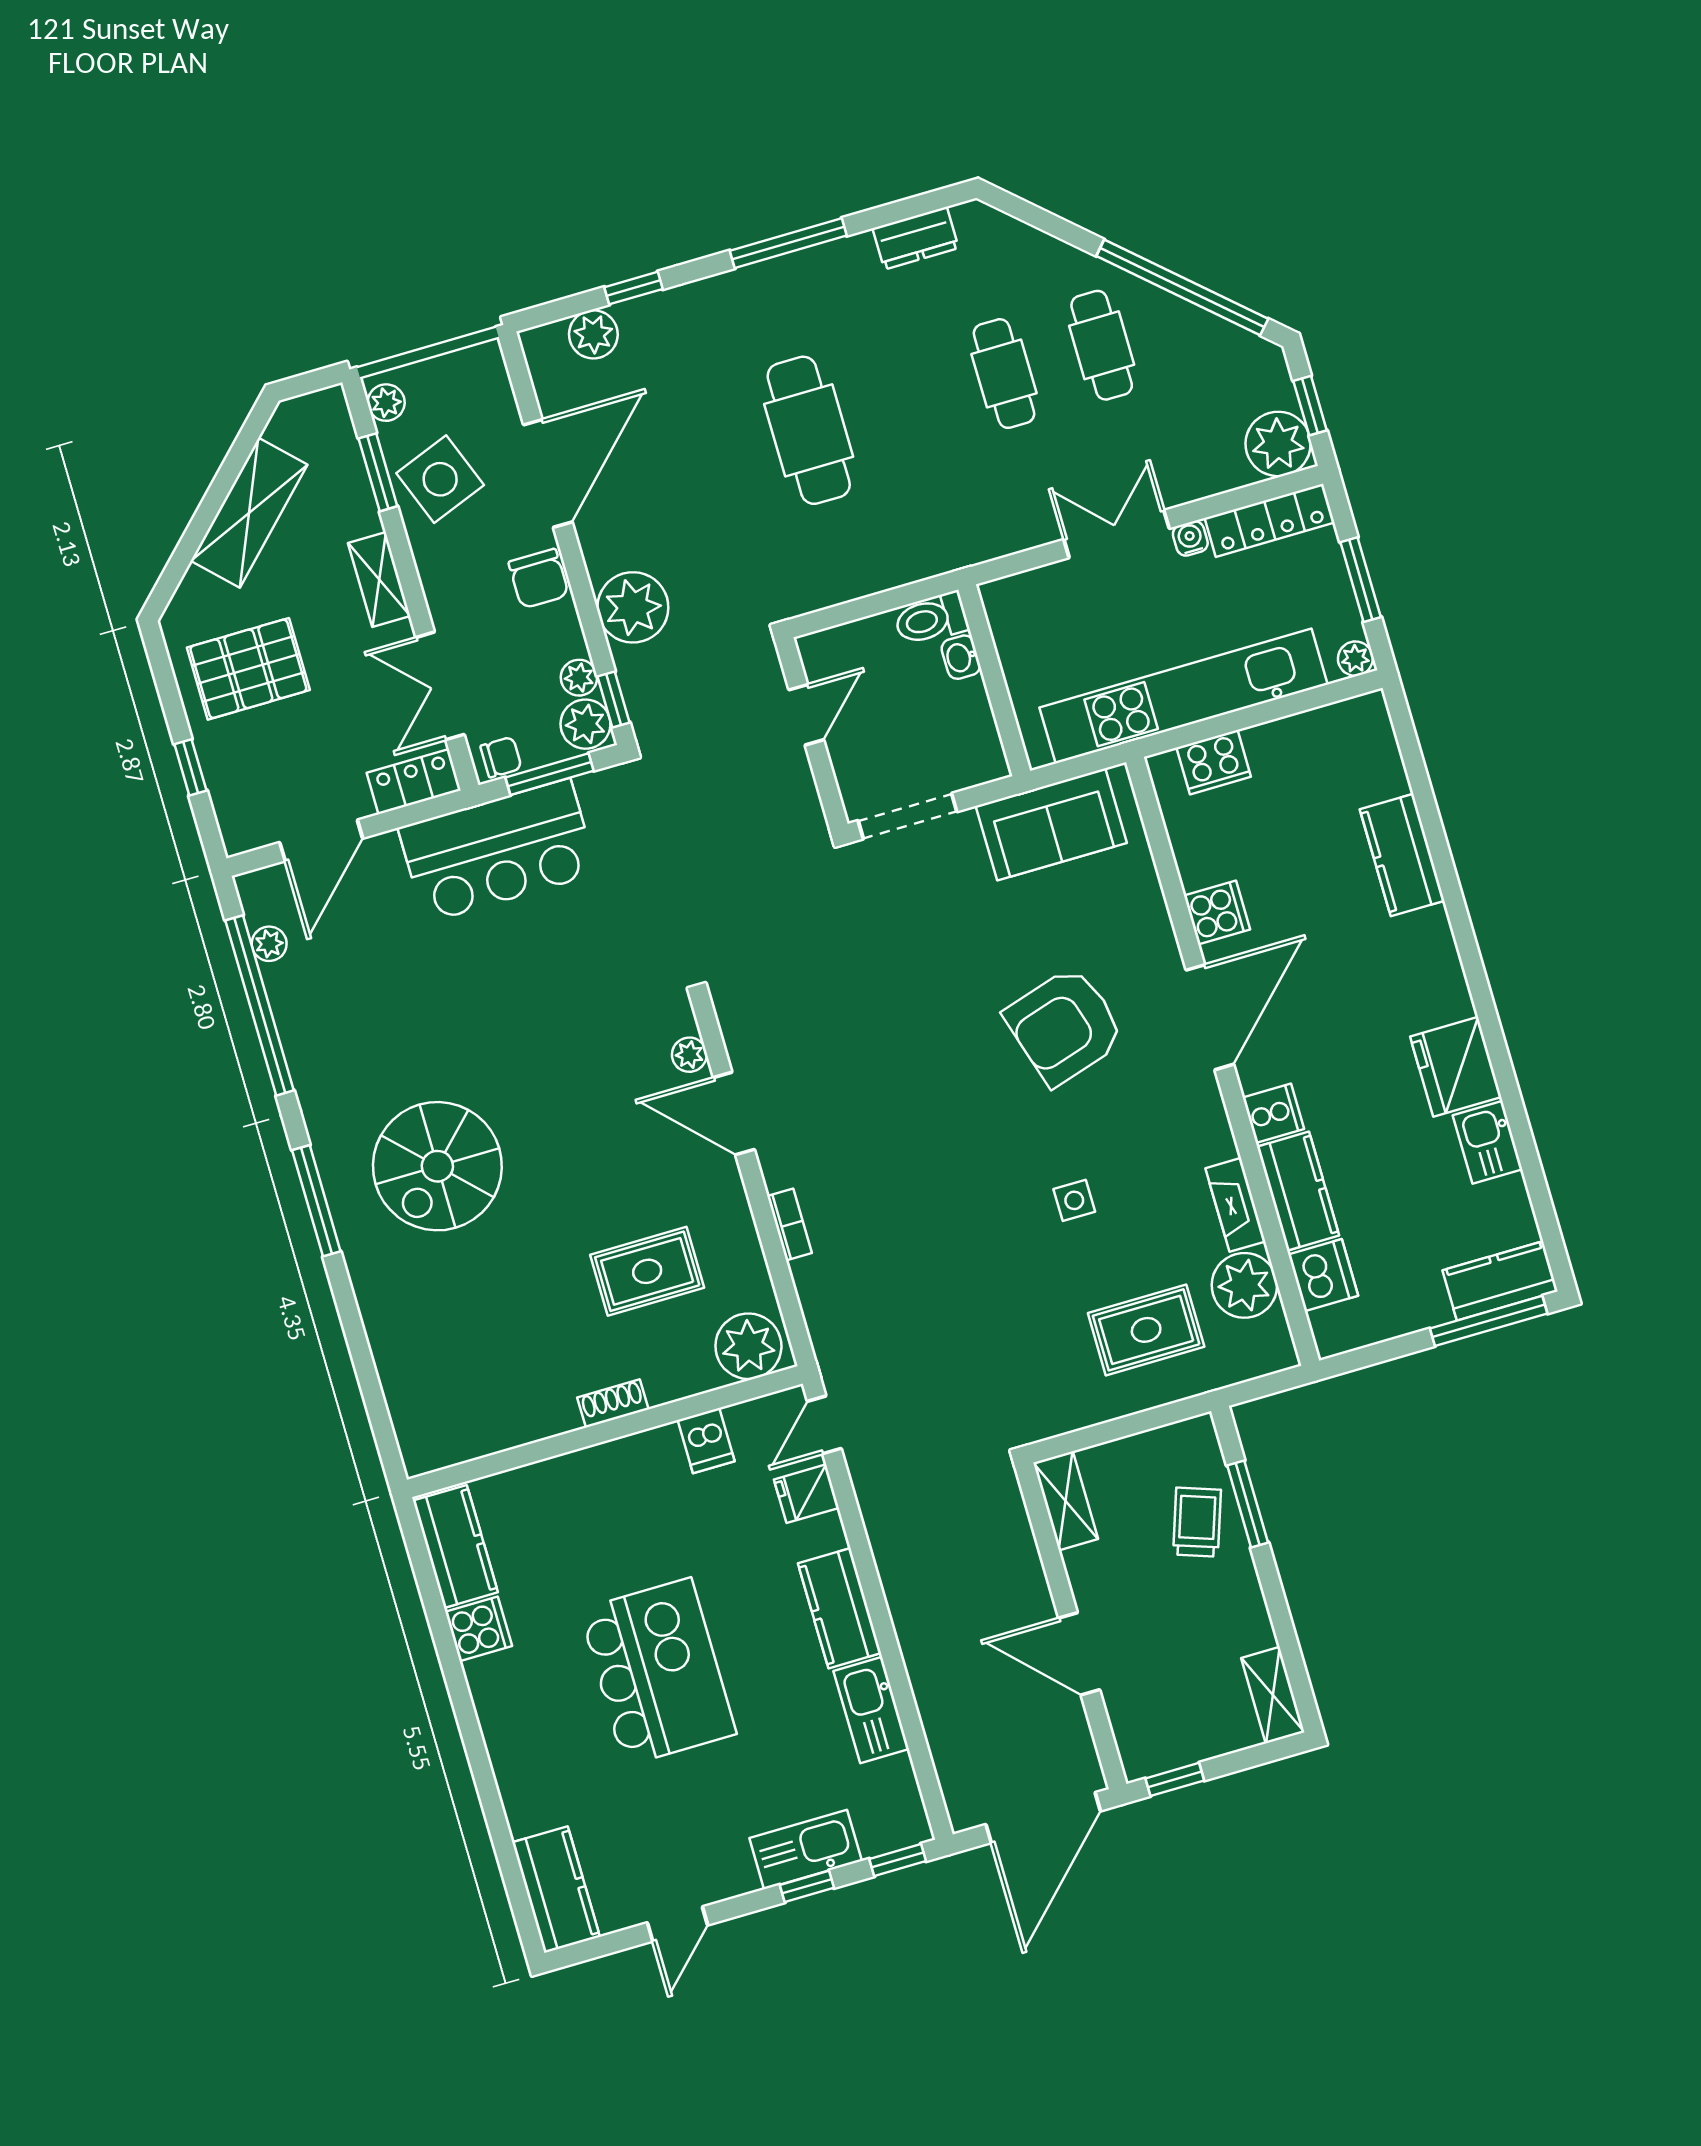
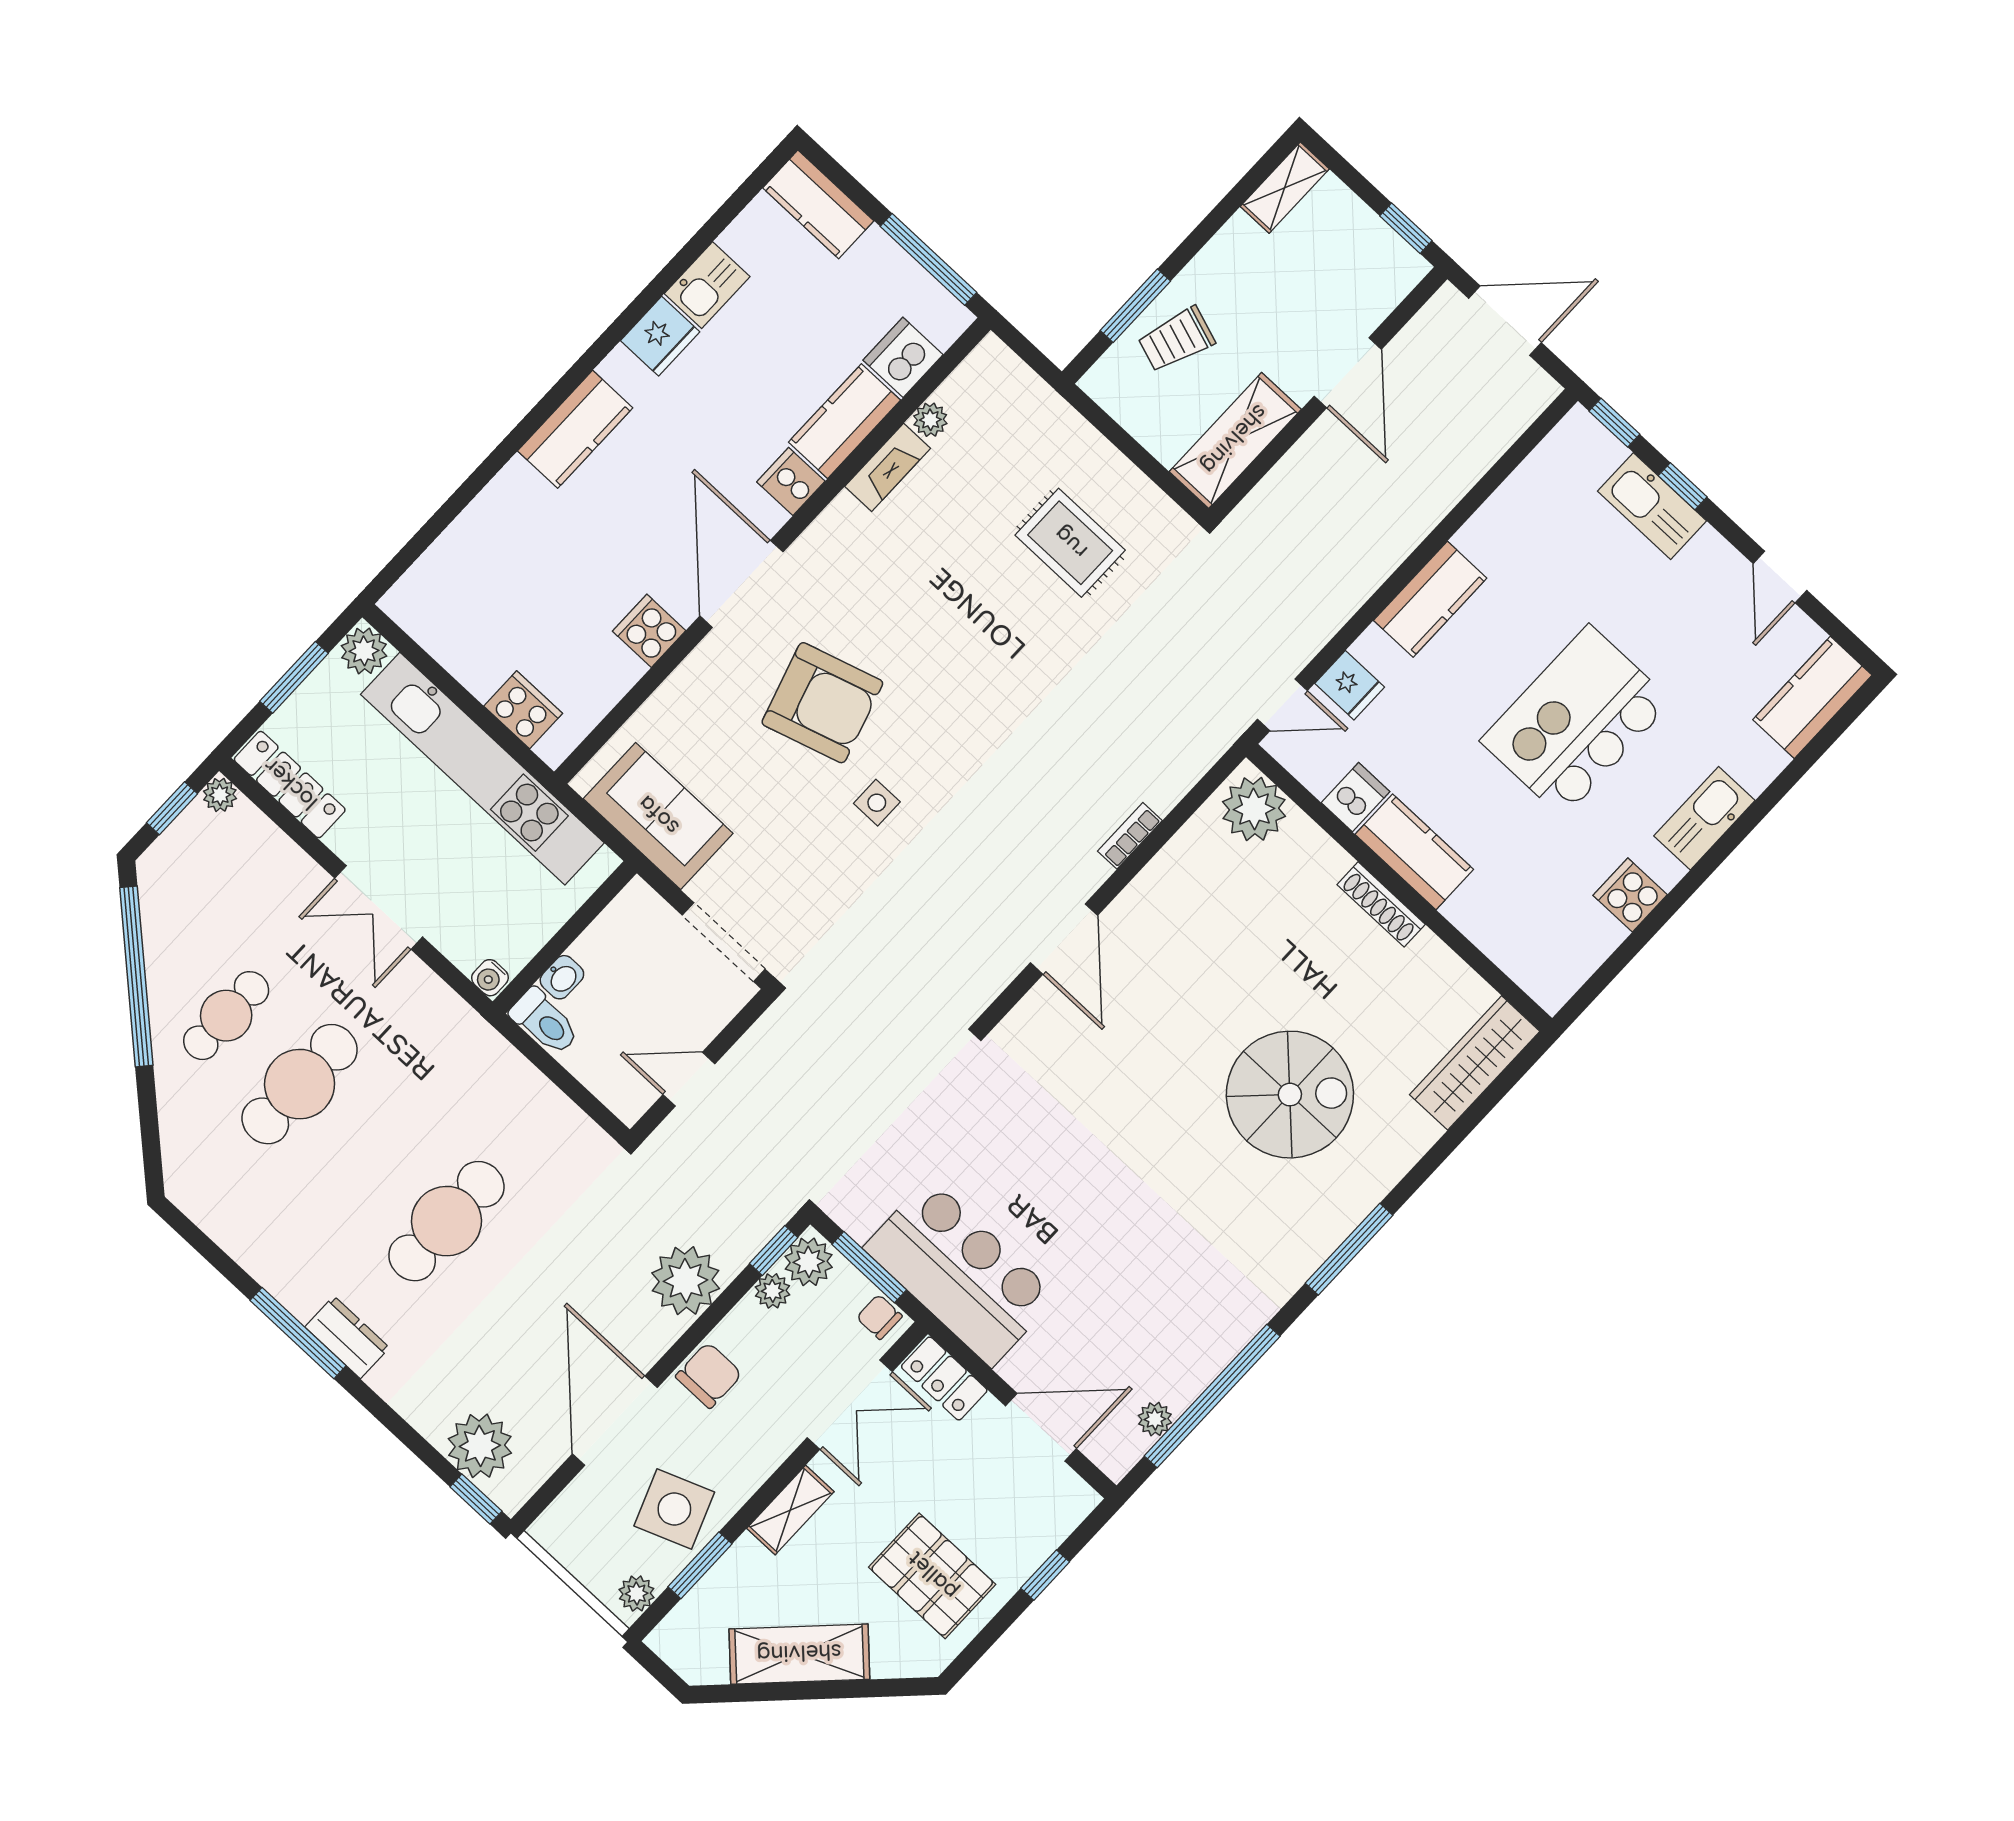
dresser: (916, 238) -> (347, 1337), moved
window: (634, 288) -> (476, 1499), moved
plant: (593, 334) -> (480, 1446), width x1.36, depth x1.36
cafe table: (1004, 374) -> (300, 1084), width x1.37, depth x1.35
plant: (1278, 444) -> (220, 795), width x0.53, depth x0.53
door: (548, 473) -> (615, 1421), hinge flipped
water cooler: (1190, 538) -> (490, 978), moved
plant: (1355, 659) -> (364, 651), width x1.38, depth x1.38
kitchen counter: (1402, 855) -> (575, 429), moved
door: (1210, 1017) -> (741, 584), hinge flipped
plant: (689, 1055) -> (1037, 1007), removed
fridge: (1456, 1067) -> (660, 336), width x0.73, depth x0.75
spiral stairs: (437, 1166) -> (1290, 1095), moved
side table: (1074, 1200) -> (877, 803), moved
rug: (647, 1271) -> (1242, 933), removed
plant: (1244, 1285) -> (930, 420), width x0.53, depth x0.53
window: (1489, 1321) -> (928, 259), moved
rug: (1146, 1330) -> (1070, 543), moved
shoe rack: (613, 1403) -> (1381, 904), width x1.43
wardrobe: (413, 1407) -> (1475, 1063), added
shelving: (1066, 1501) -> (1235, 440), width x1.50, depth x1.33
kitchen counter: (455, 1546) -> (1414, 852), moved, turned 90
kitchen sink: (871, 1710) -> (1704, 818), moved, turned 180
door: (1043, 1818) -> (1505, 321), width x0.73
door: (677, 1924) -> (1780, 577), swing flipped

